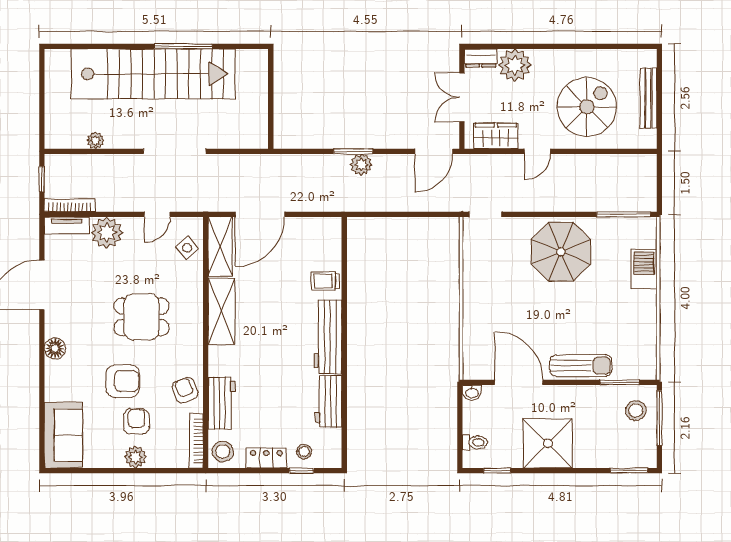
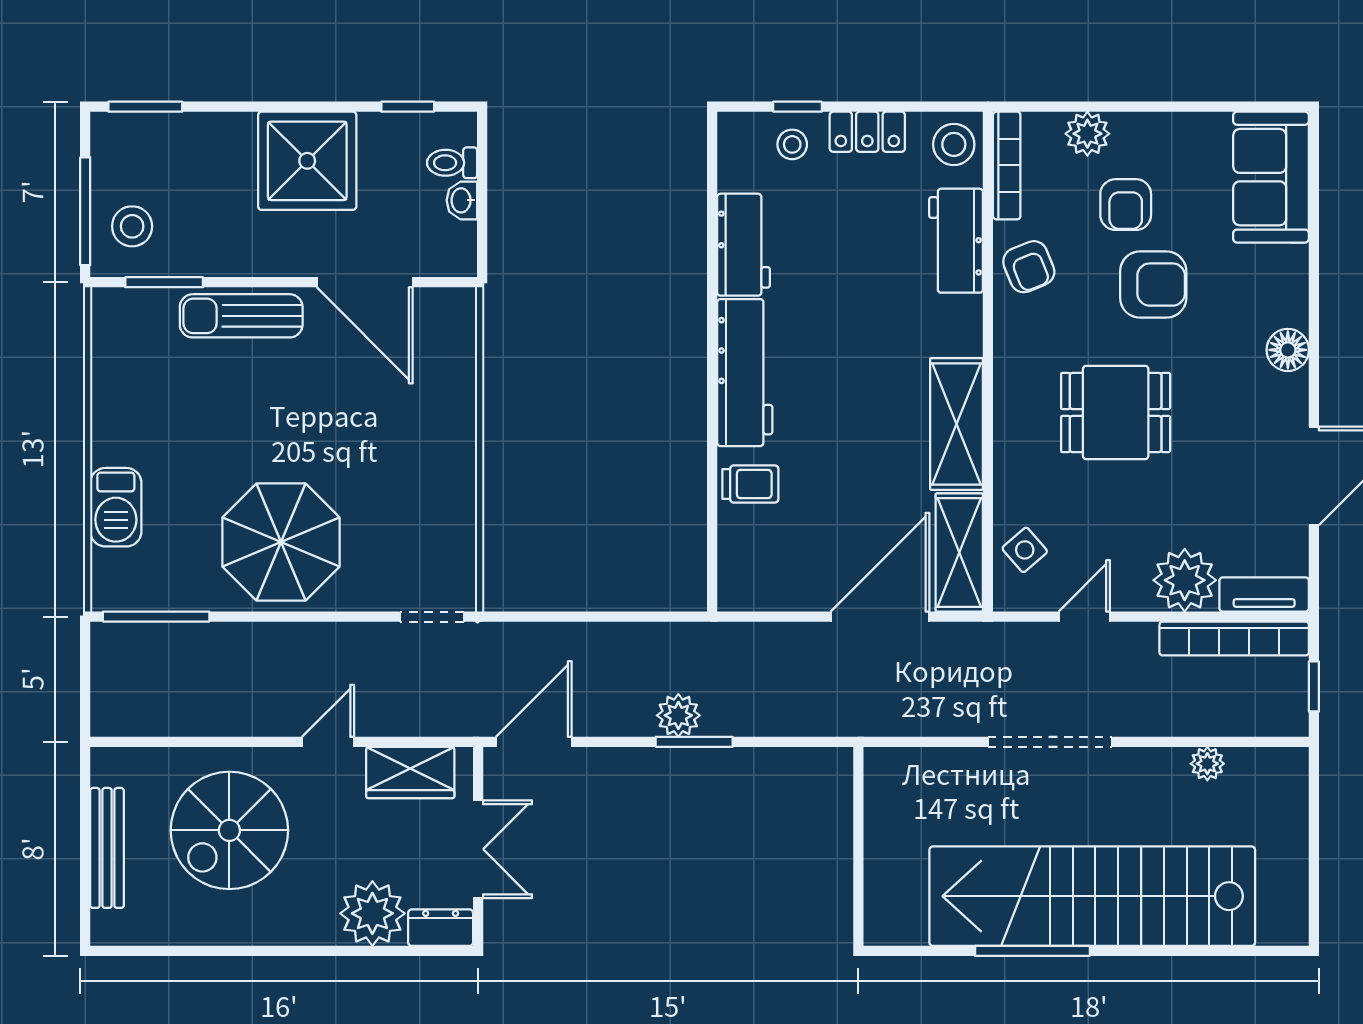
bookcase: (70, 205) -> (1234, 639), width x1.48, depth x1.31
armchair: (123, 381) -> (1153, 285), turned 180
washbasin: (472, 393) -> (462, 200), moved, turned -90
plant: (135, 457) -> (1087, 134), moved

